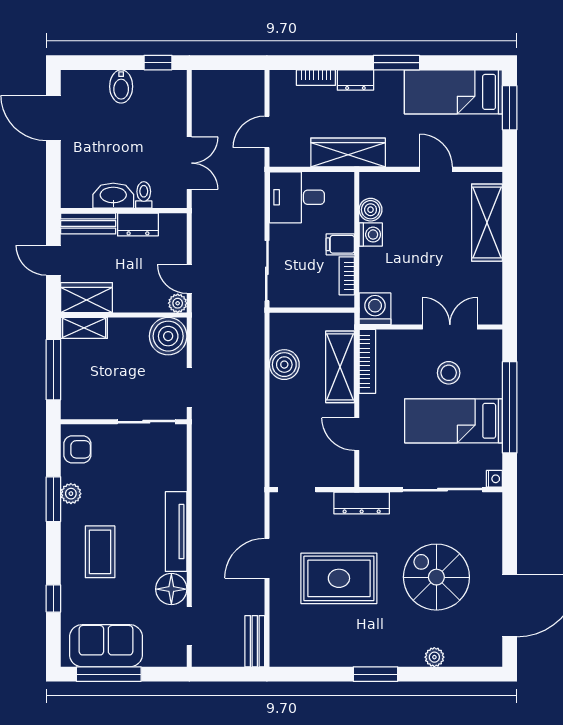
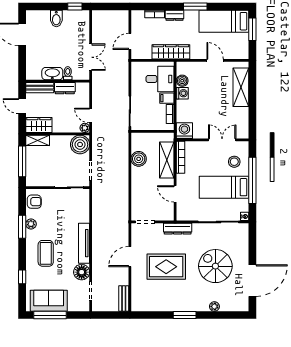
desk: (297, 197) -> (160, 79), moved, turned 180
stool: (449, 373) -> (234, 162), moved

